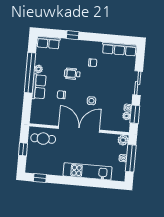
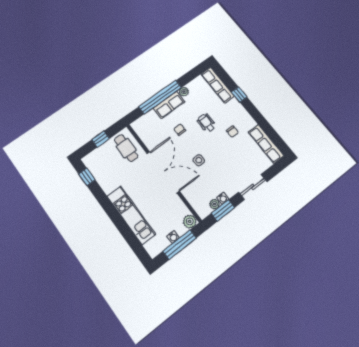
row of seats: (48, 43) -> (218, 85), width x1.48
window: (30, 73) -> (160, 97), moved

